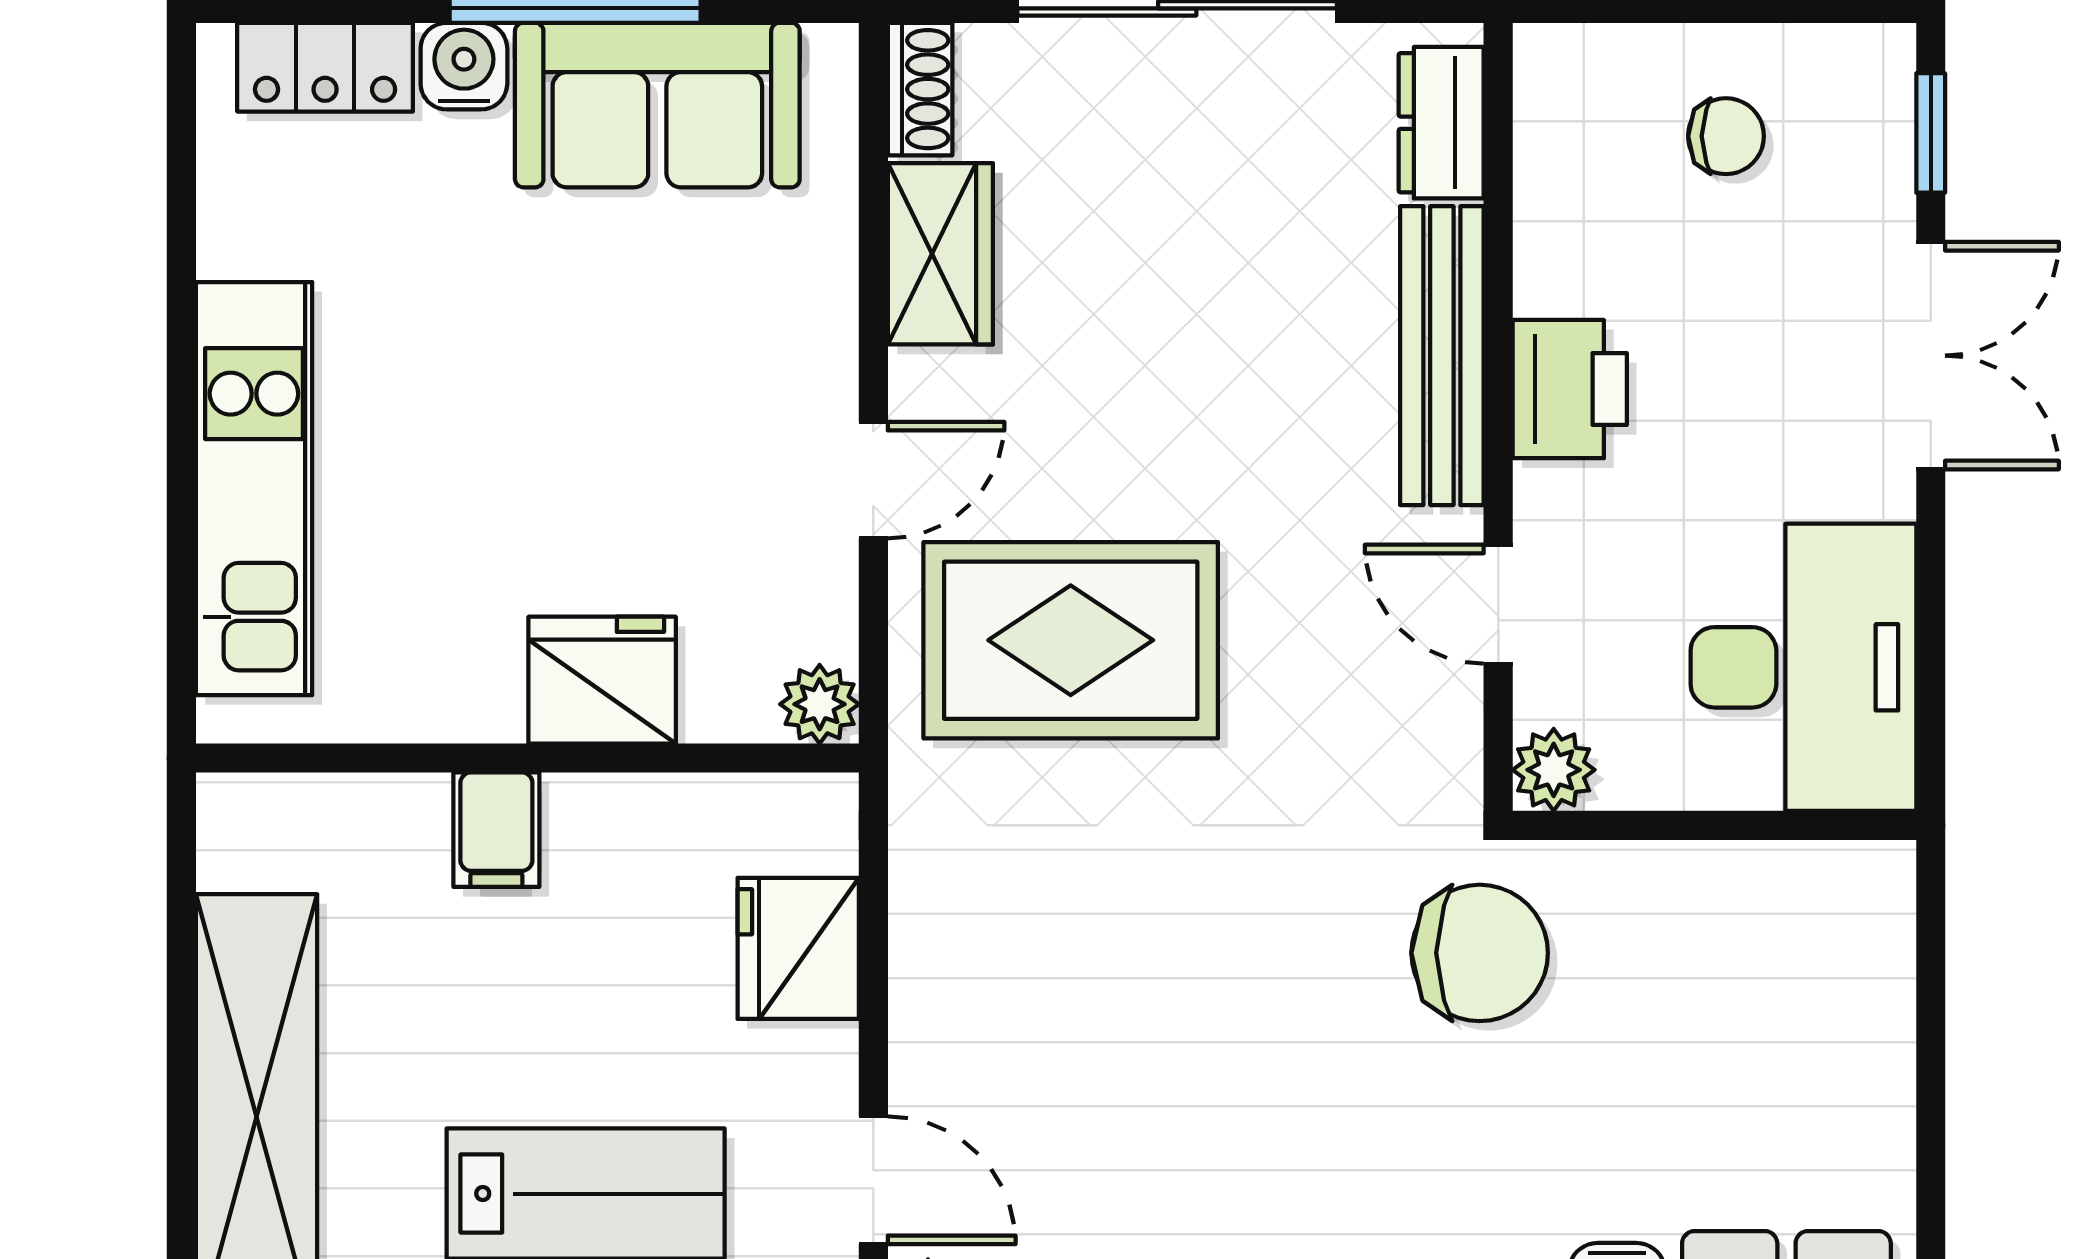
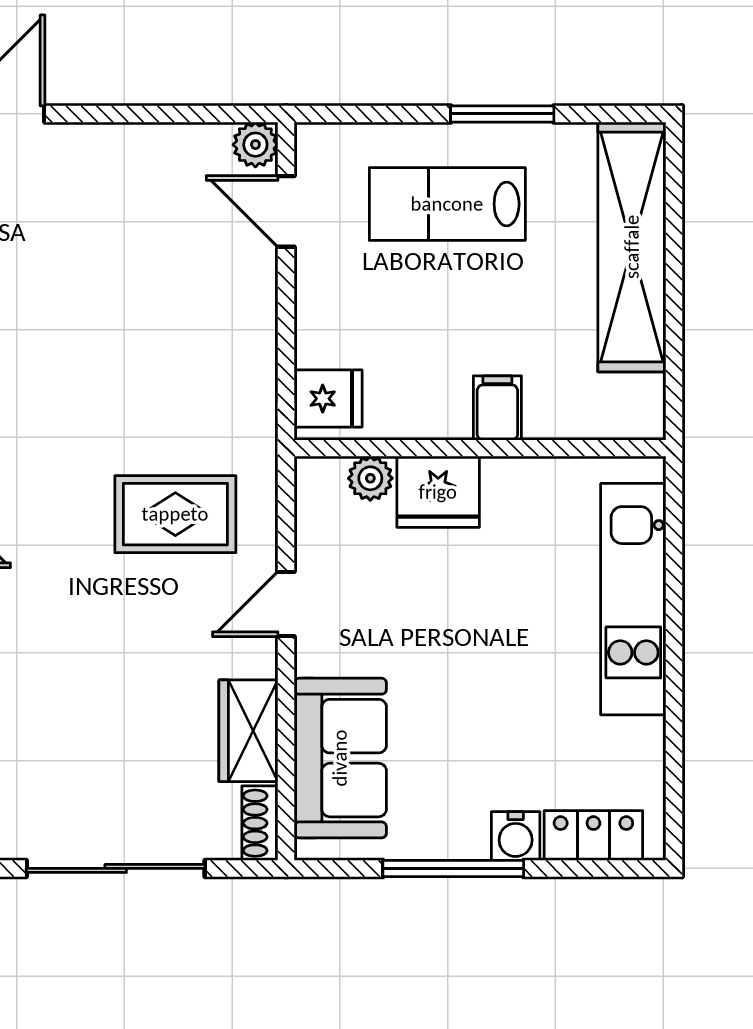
sofa: (657, 105) -> (340, 758), moved, turned 90
rug: (1071, 640) -> (175, 514), width x0.73, depth x0.70
plant: (820, 704) -> (370, 478), moved
fridge: (798, 948) -> (328, 399), moved, width x0.72

